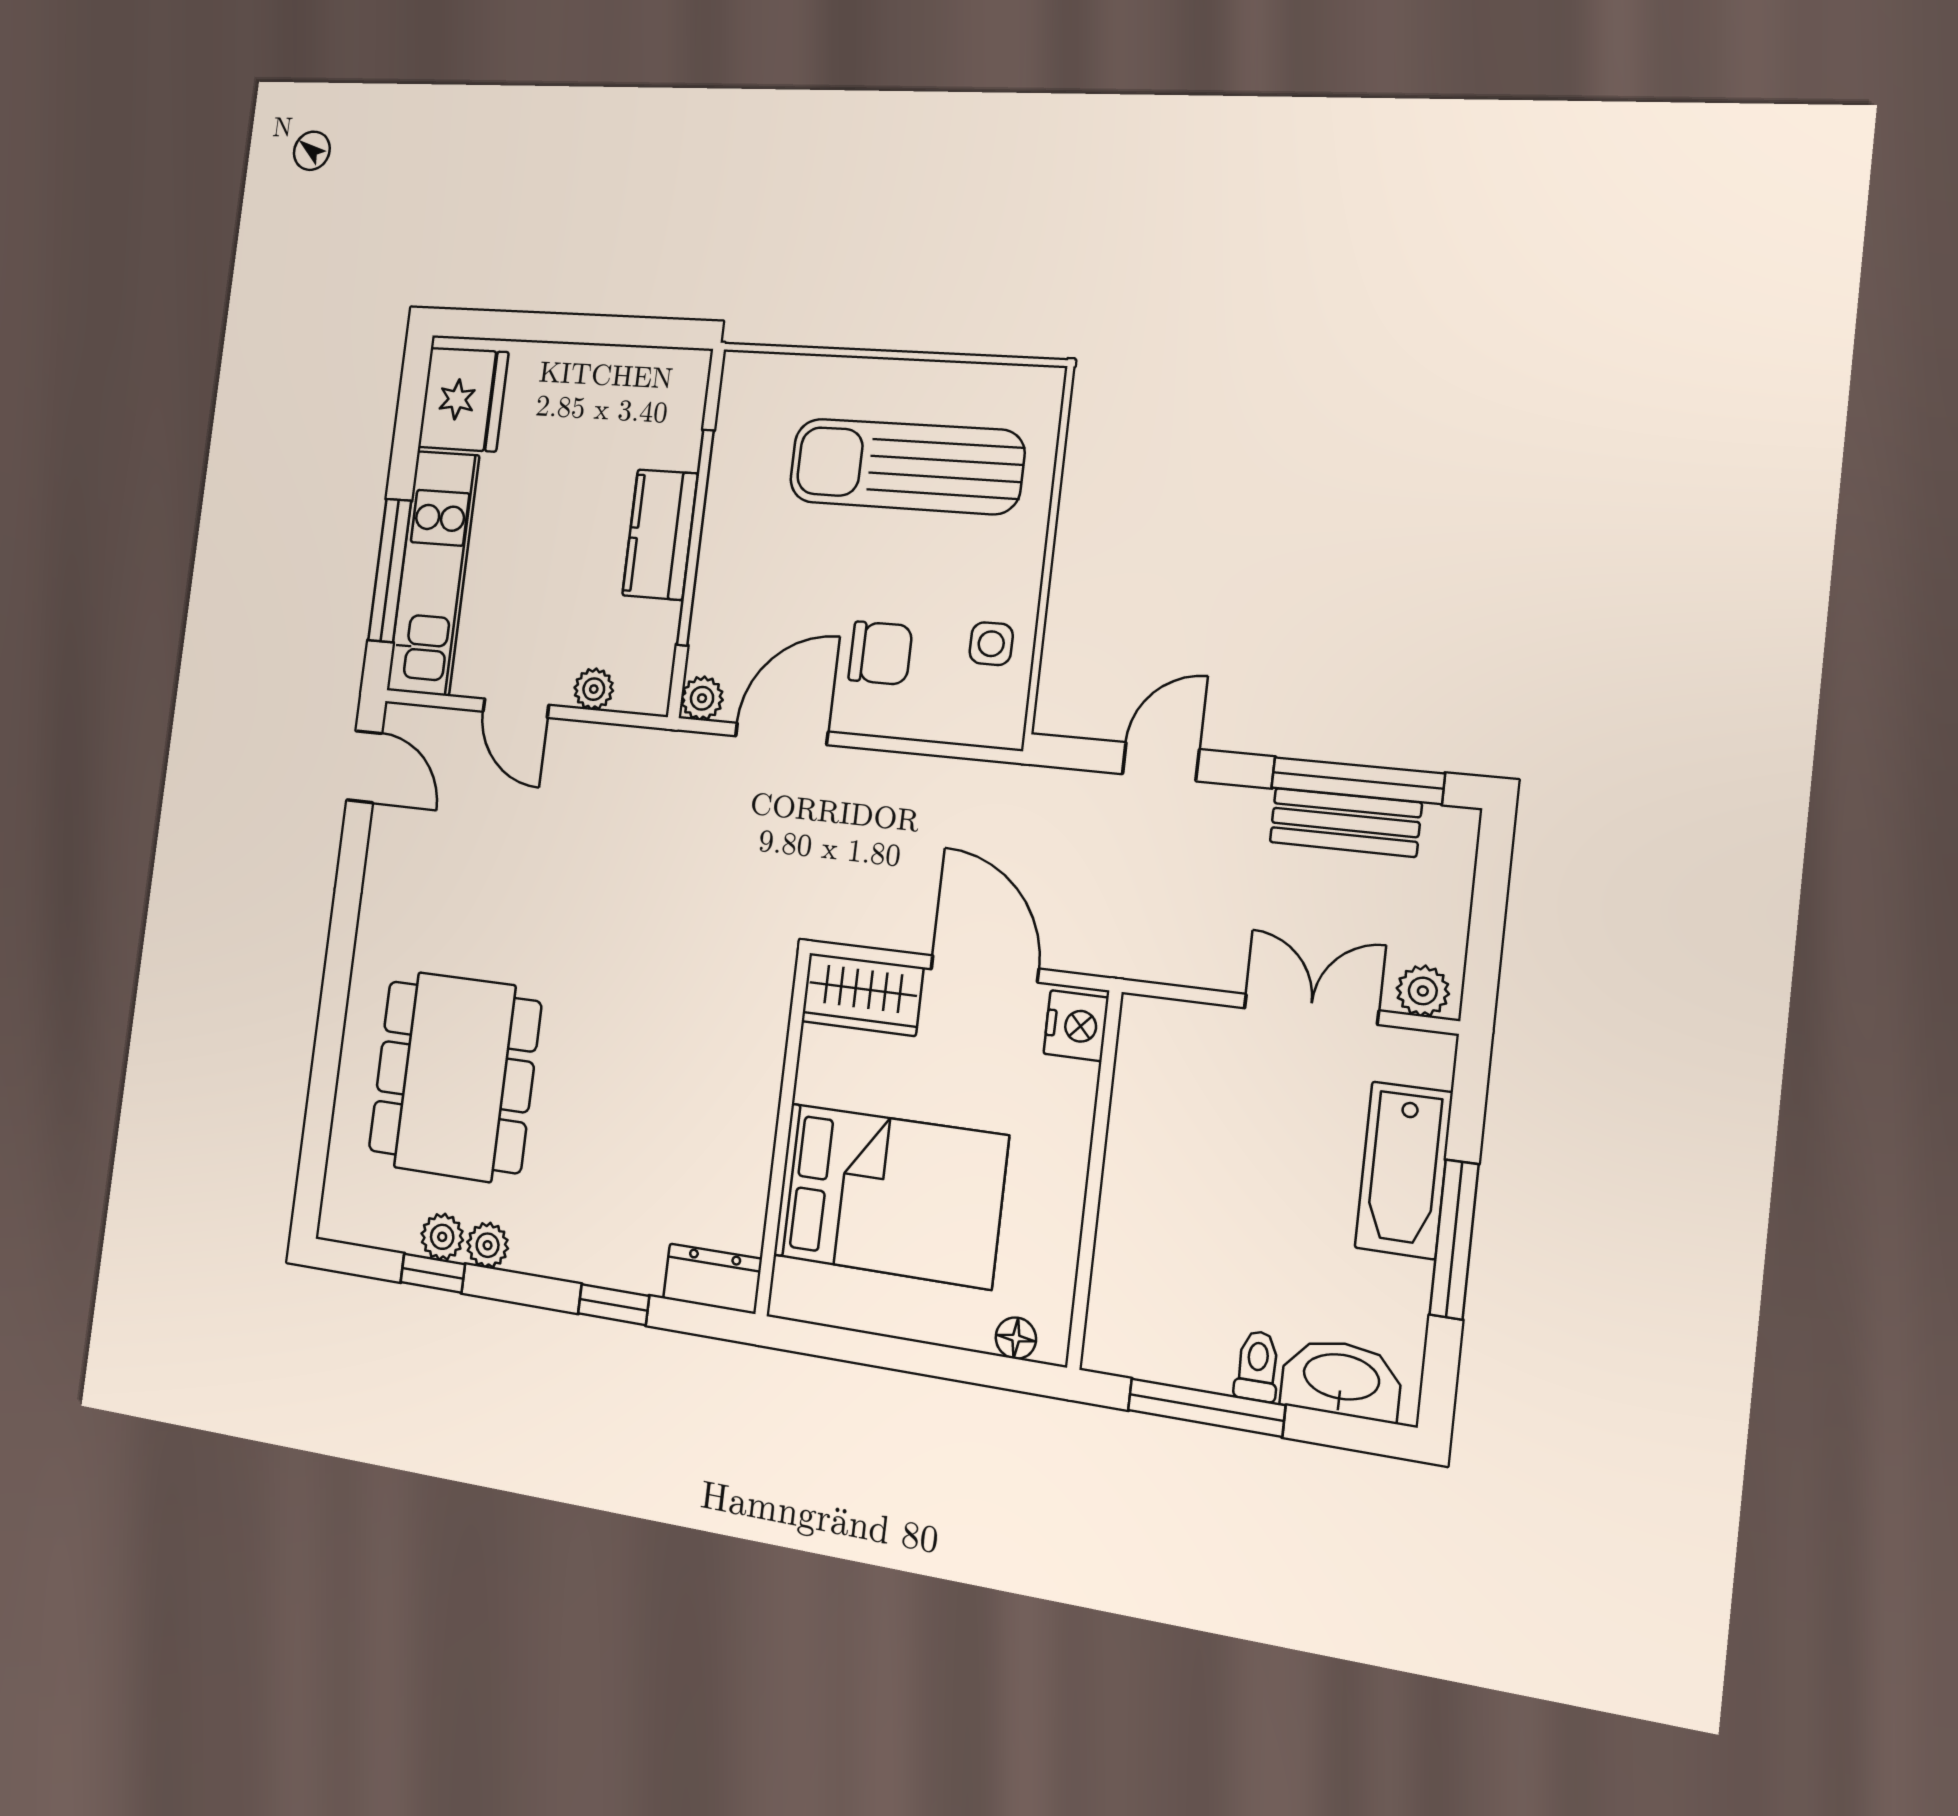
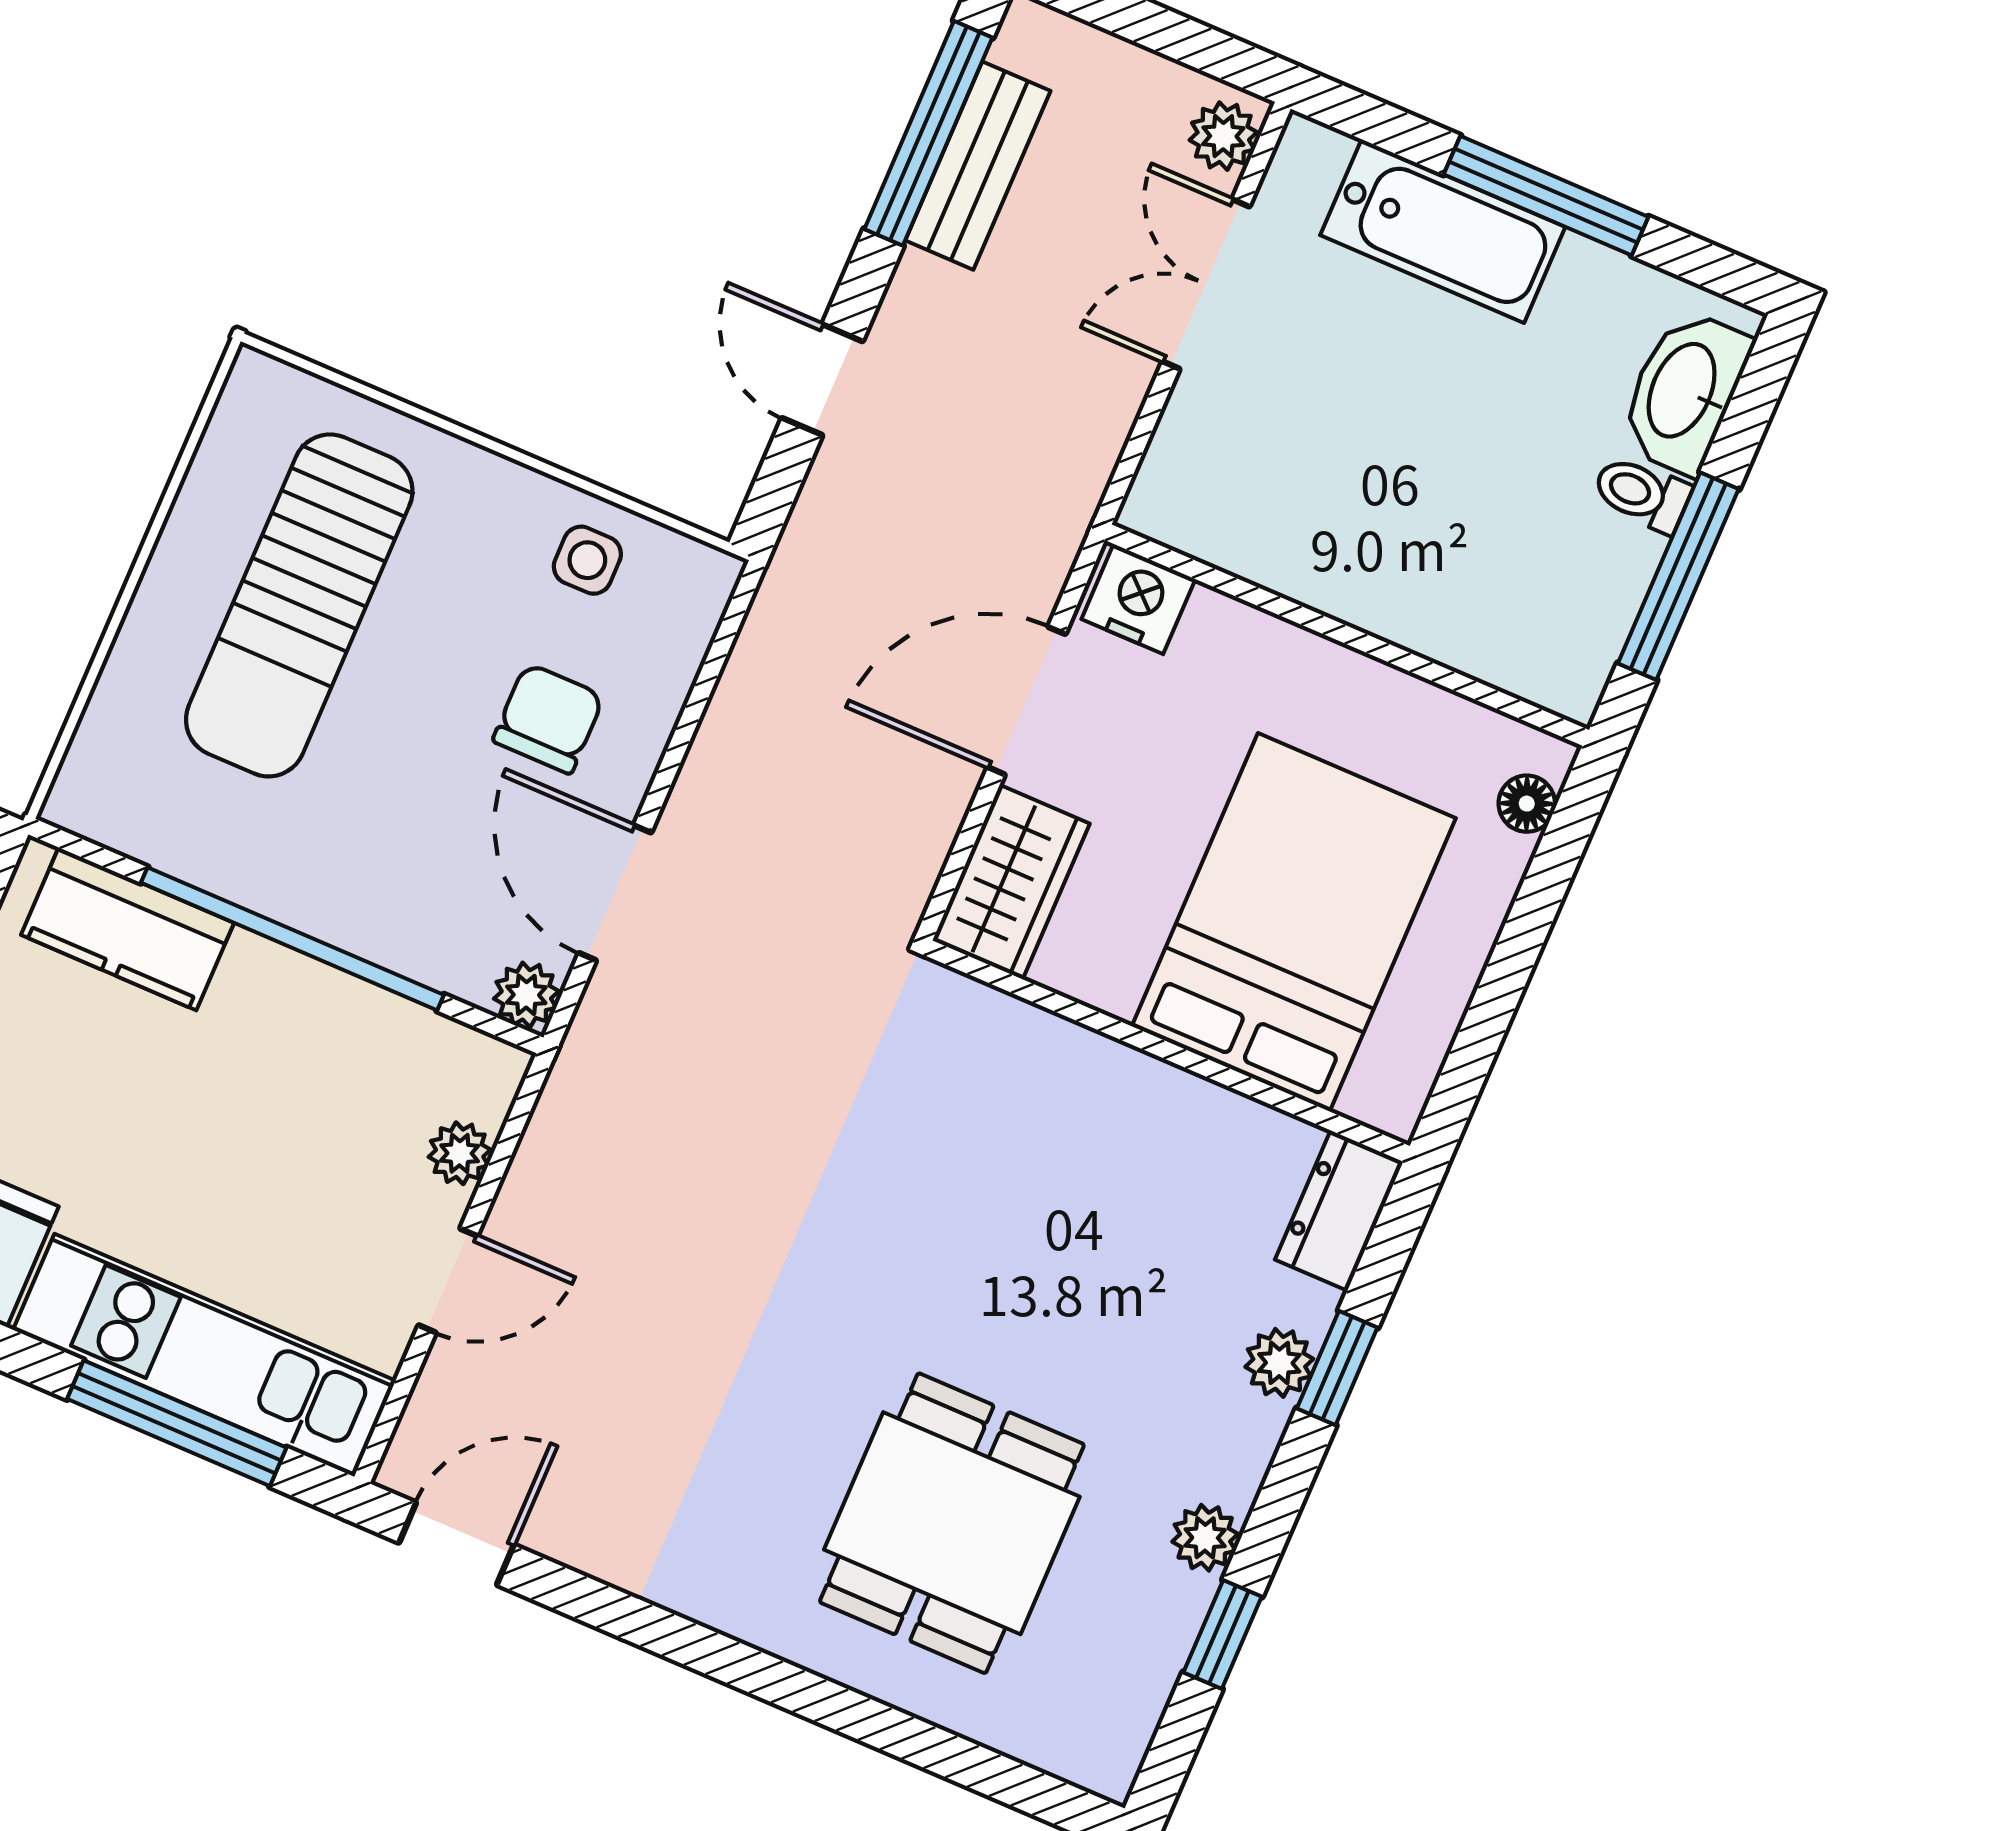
kitchen counter: (660, 535) -> (128, 929), moved
dining table: (455, 1077) -> (952, 1523), width x0.73
plant: (442, 1237) -> (1279, 1363), moved

